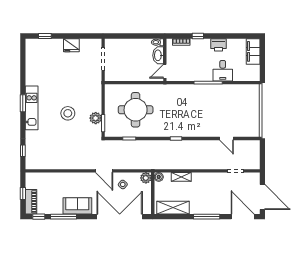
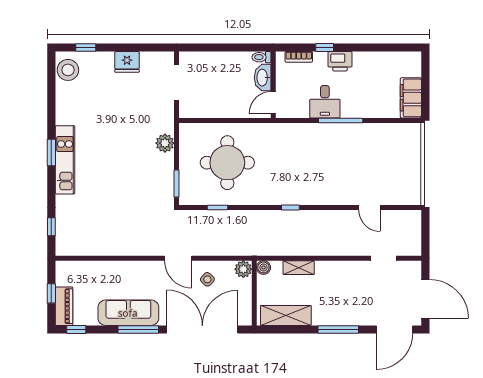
printer: (218, 45) -> (340, 61), moved
filing cabinet: (253, 51) -> (411, 98), moved
desk: (223, 71) -> (325, 102), moved
stool: (68, 113) -> (68, 70), moved
plant: (96, 118) -> (165, 143), moved
sofa: (77, 206) -> (128, 313), width x1.36
window: (63, 217) -> (138, 330), moved
door: (243, 217) -> (394, 330), swing flipped

